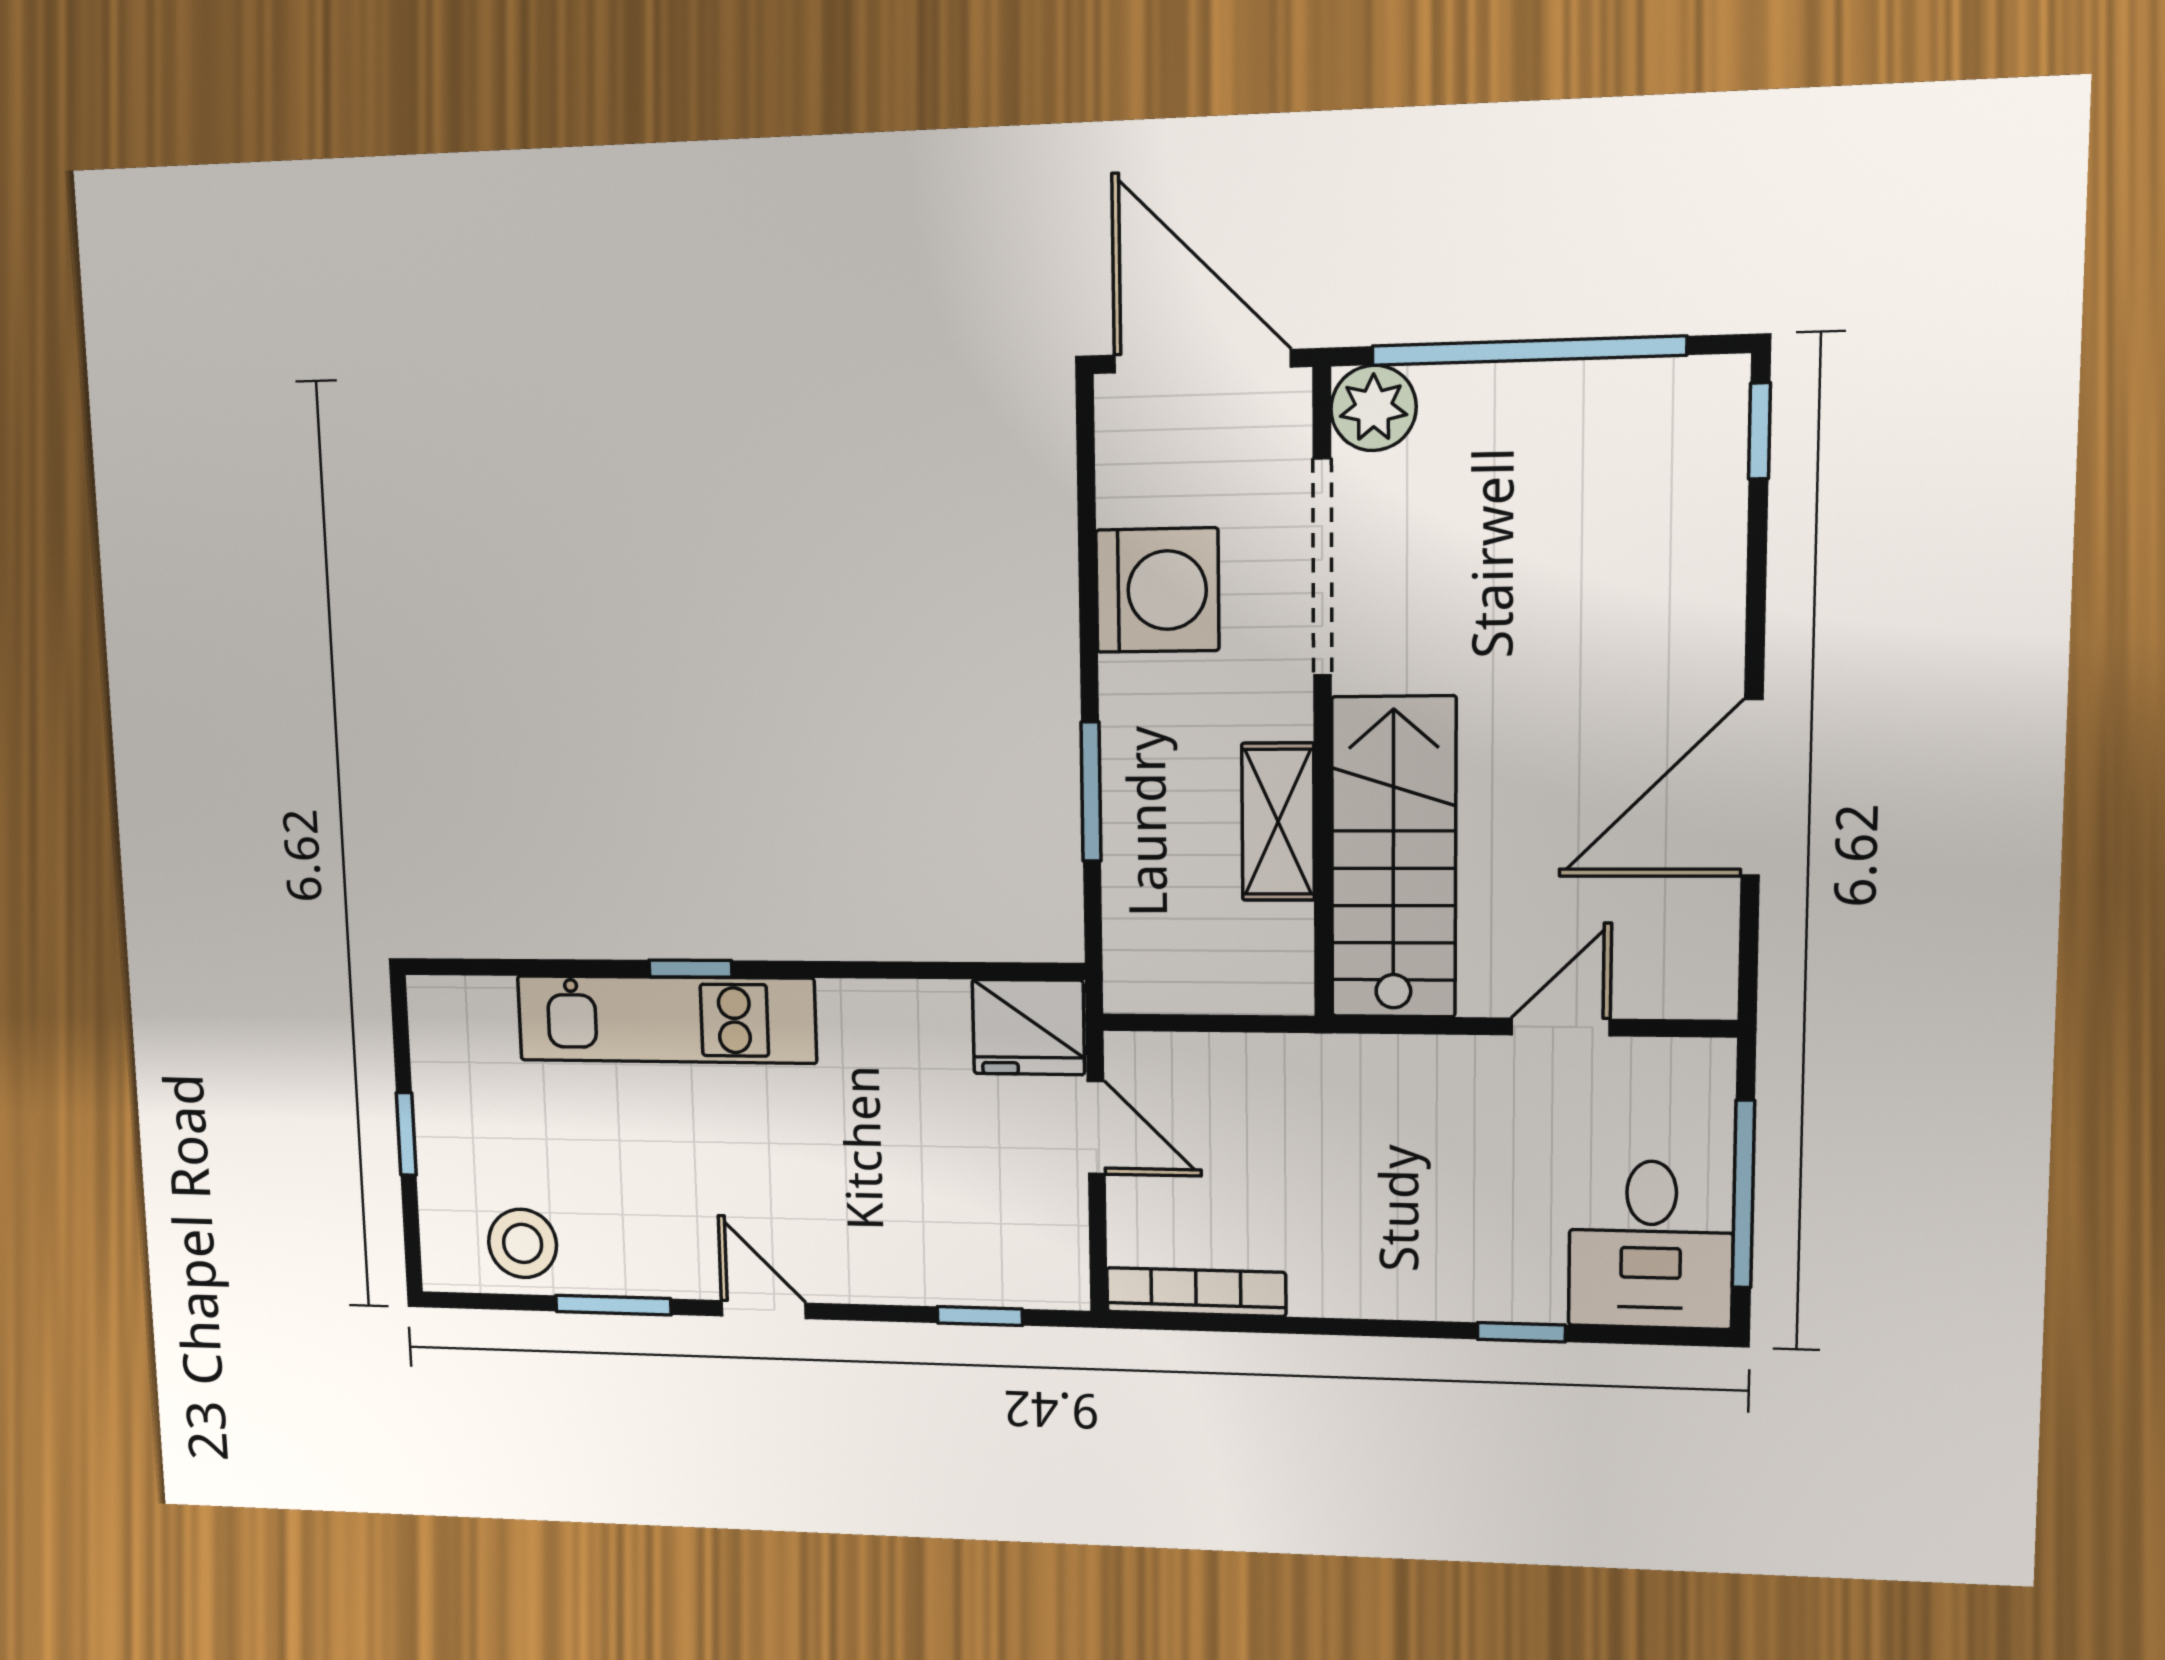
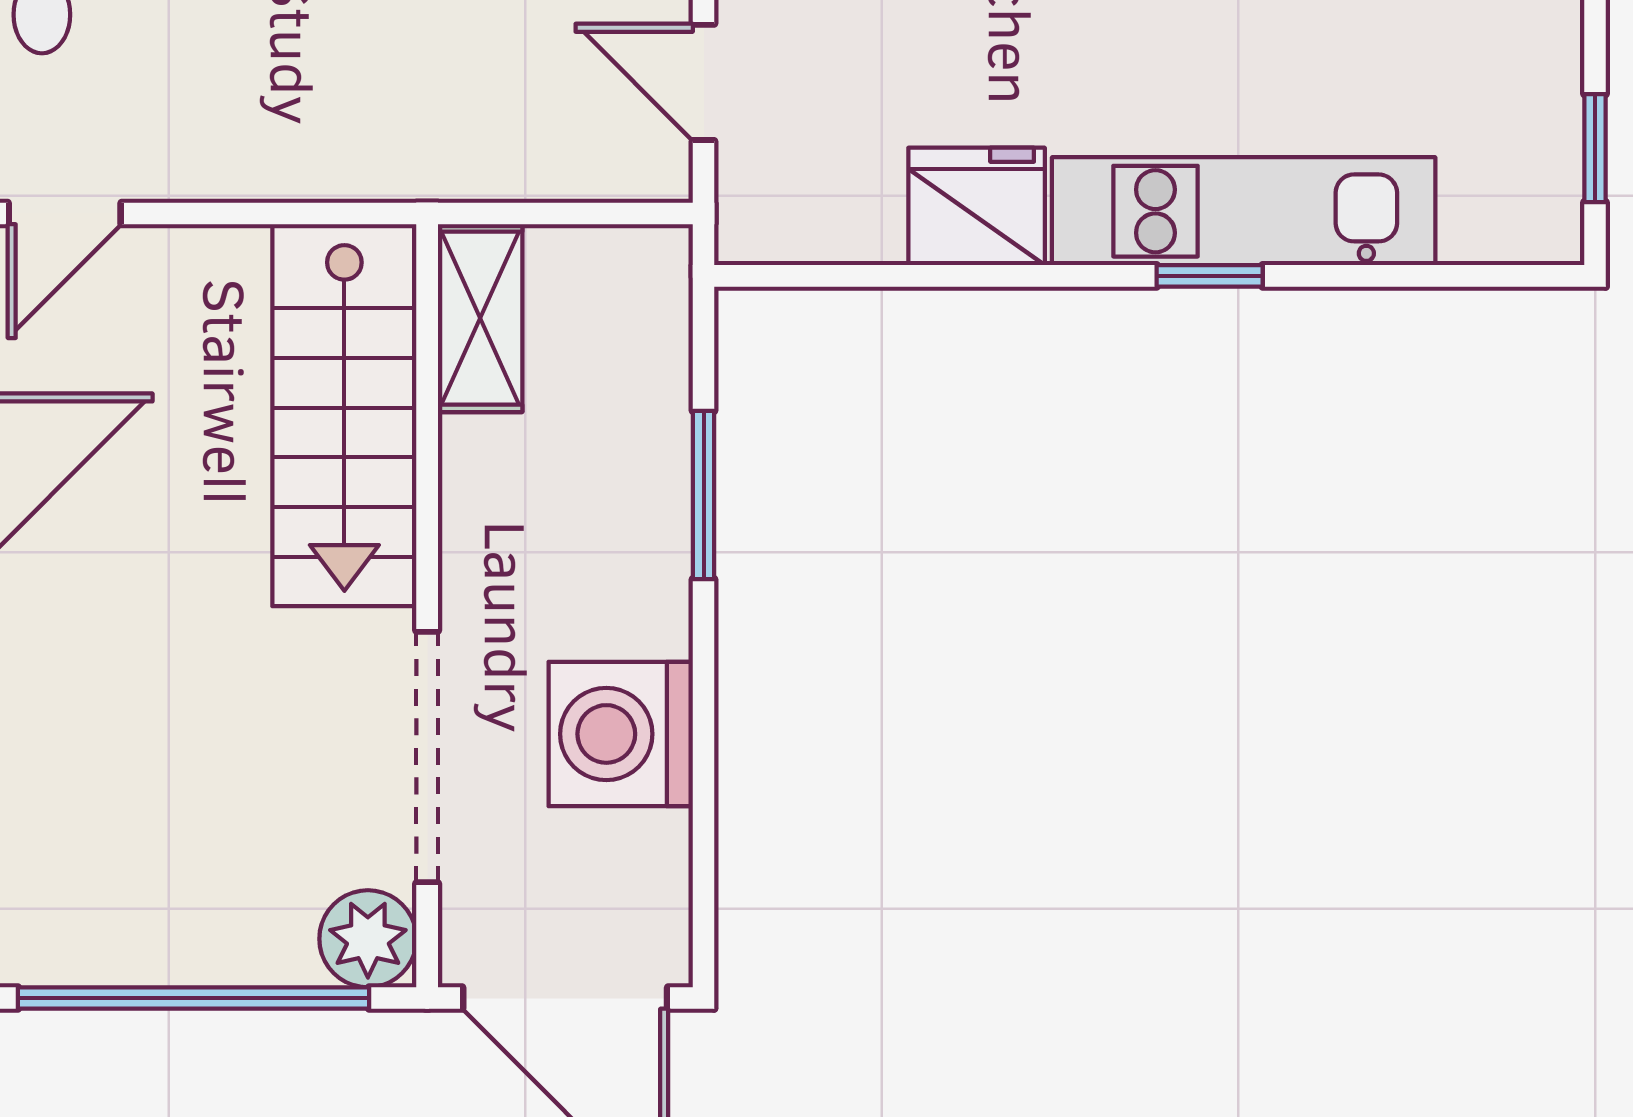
shelving: (1278, 822) -> (480, 318), moved
fridge: (1028, 1027) -> (977, 206), moved
door: (1561, 1027) -> (65, 214), moved
window: (406, 1134) -> (1595, 148), moved

